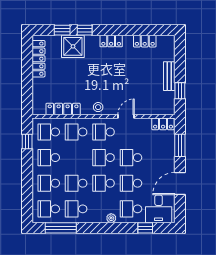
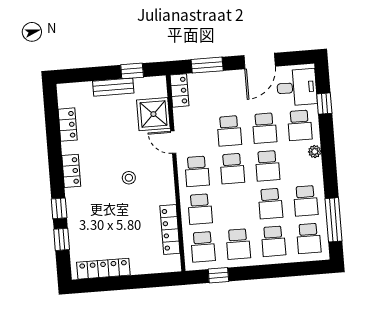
shower: (73, 46) -> (153, 114), moved
stool: (98, 107) -> (129, 178), moved
door: (180, 184) -> (260, 61), hinge flipped

